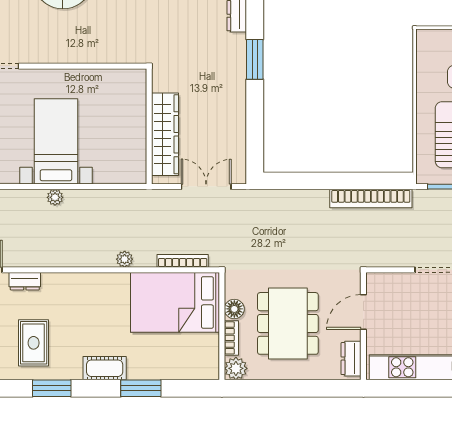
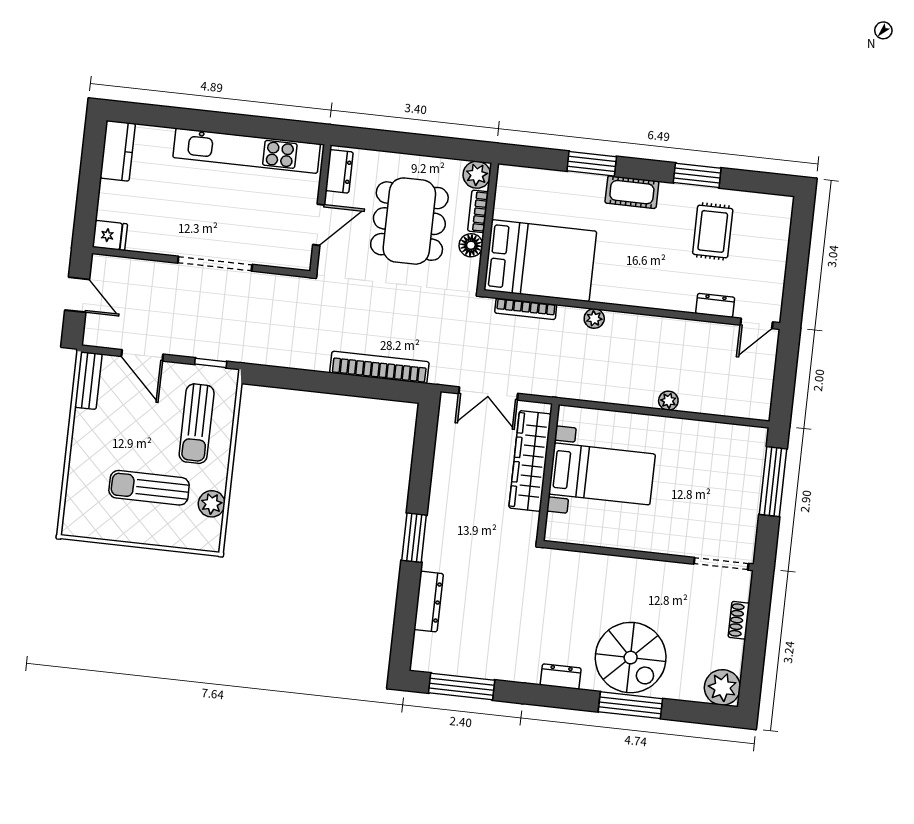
plant: (427, 69) -> (212, 504), added
bed with nightstands: (56, 141) -> (602, 474), moved, turned -90
bookcase: (371, 199) -> (379, 367), moved

